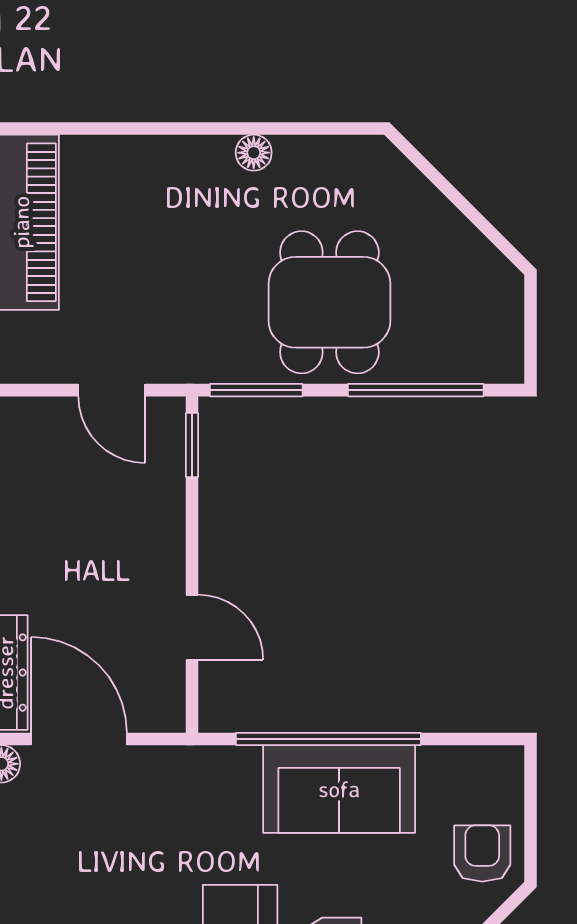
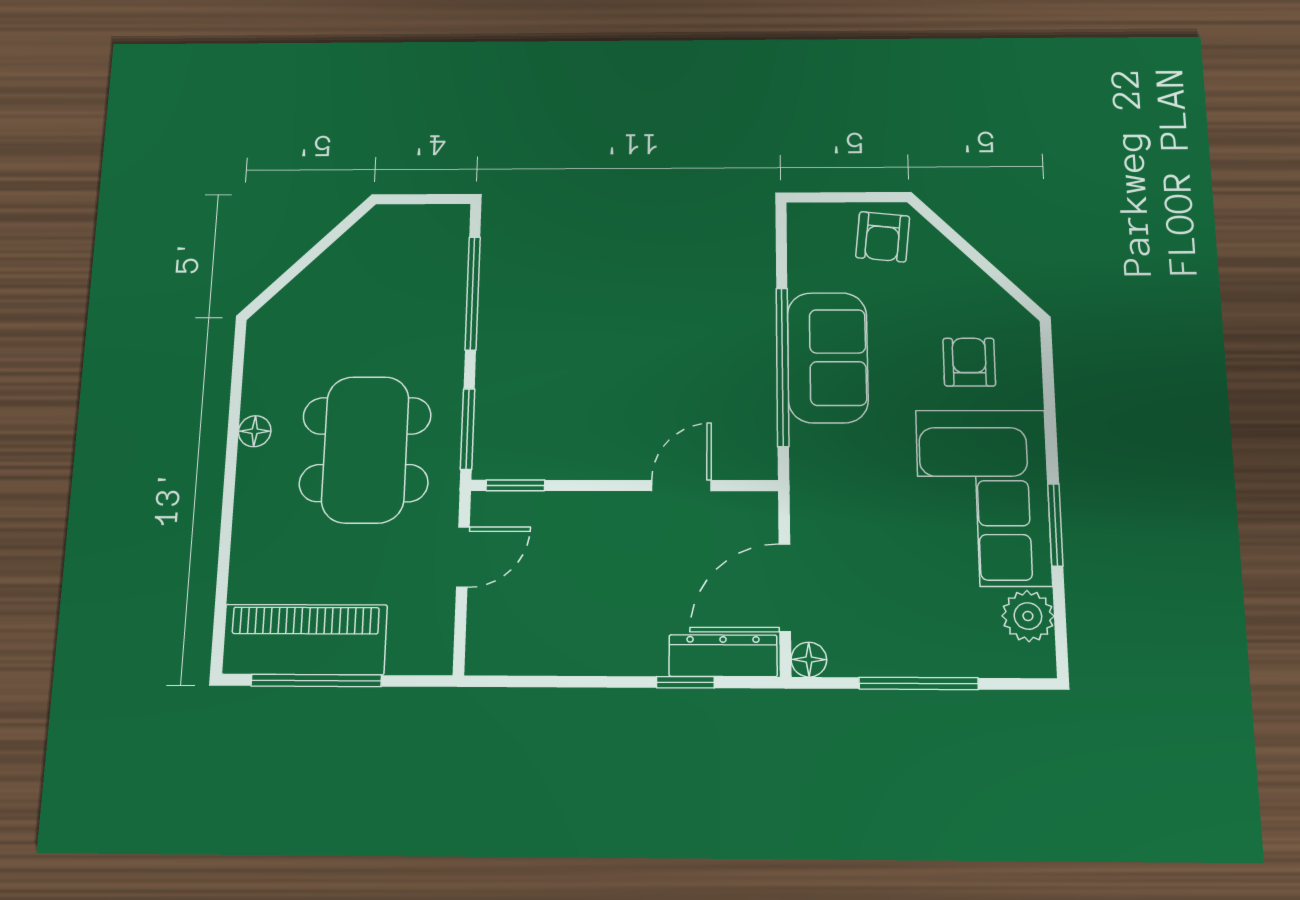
dining table: (329, 302) -> (365, 449), moved, width x1.38
armchair: (482, 853) -> (883, 237), turned -84

